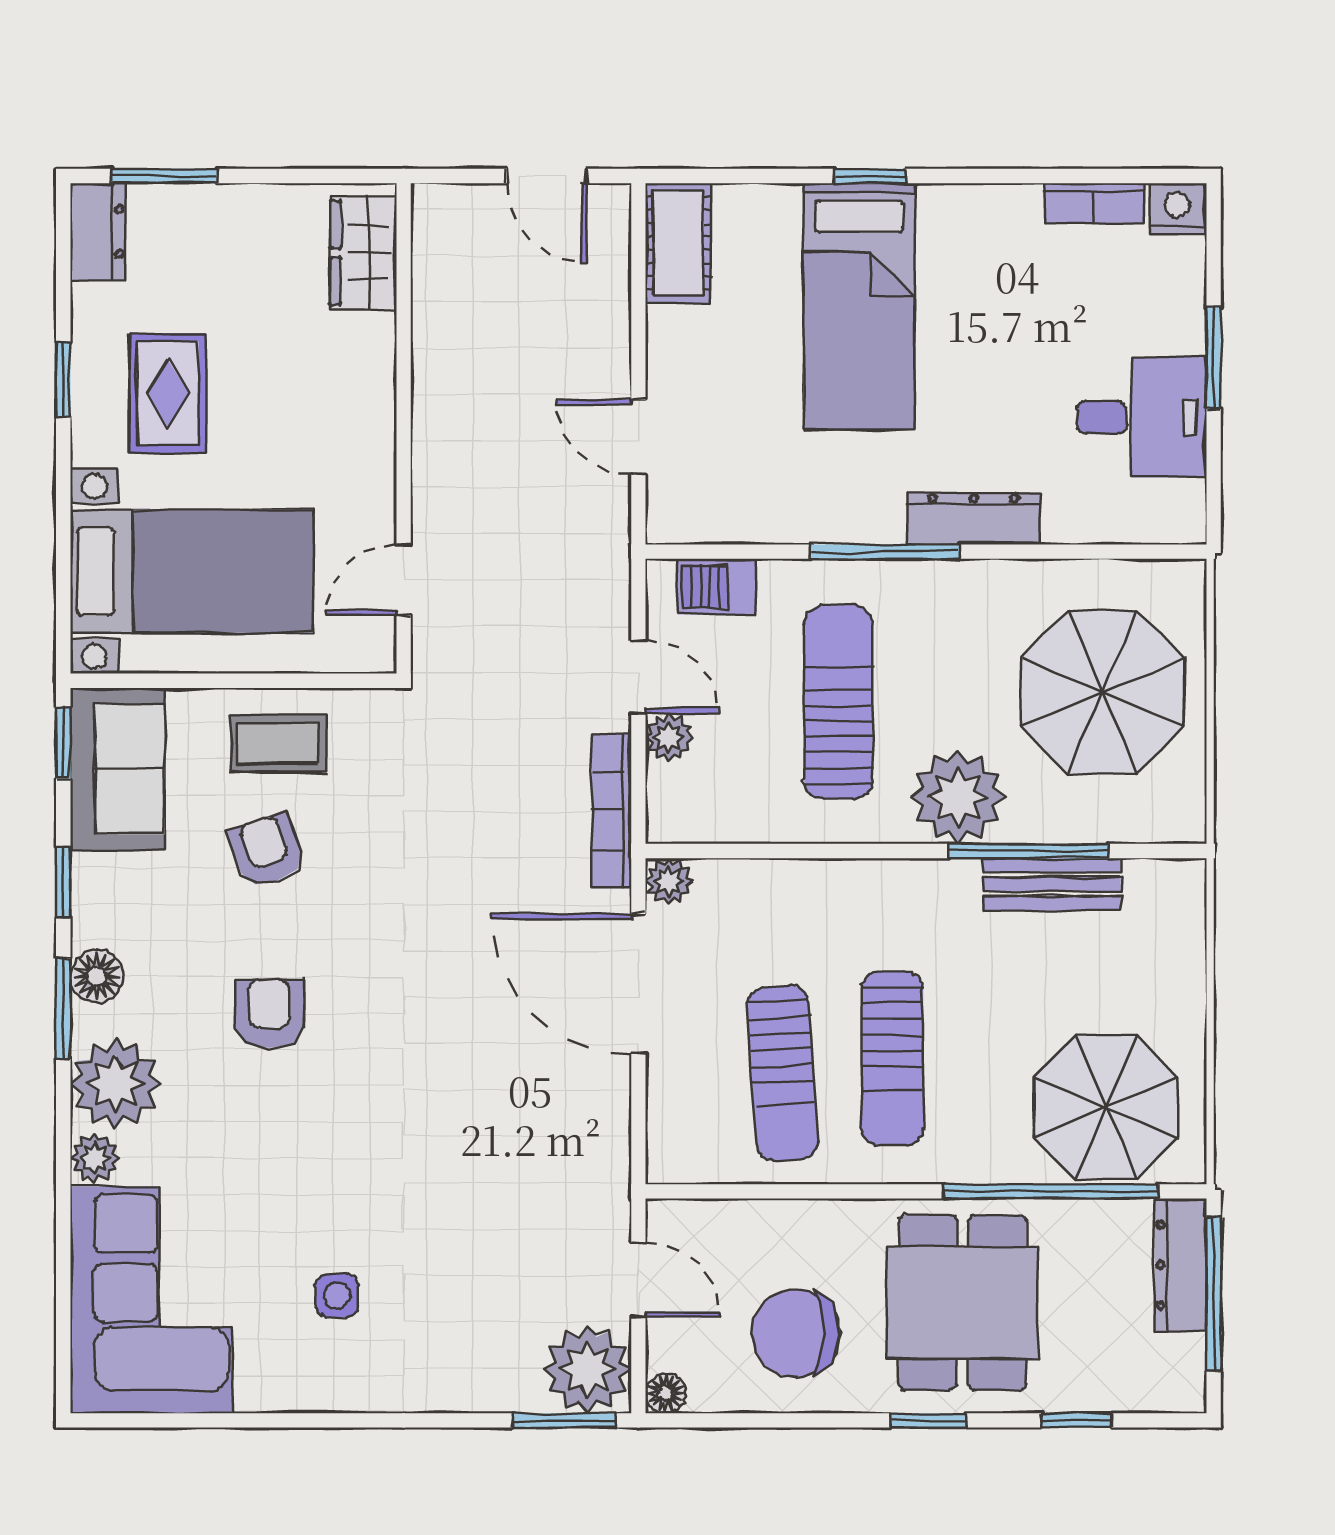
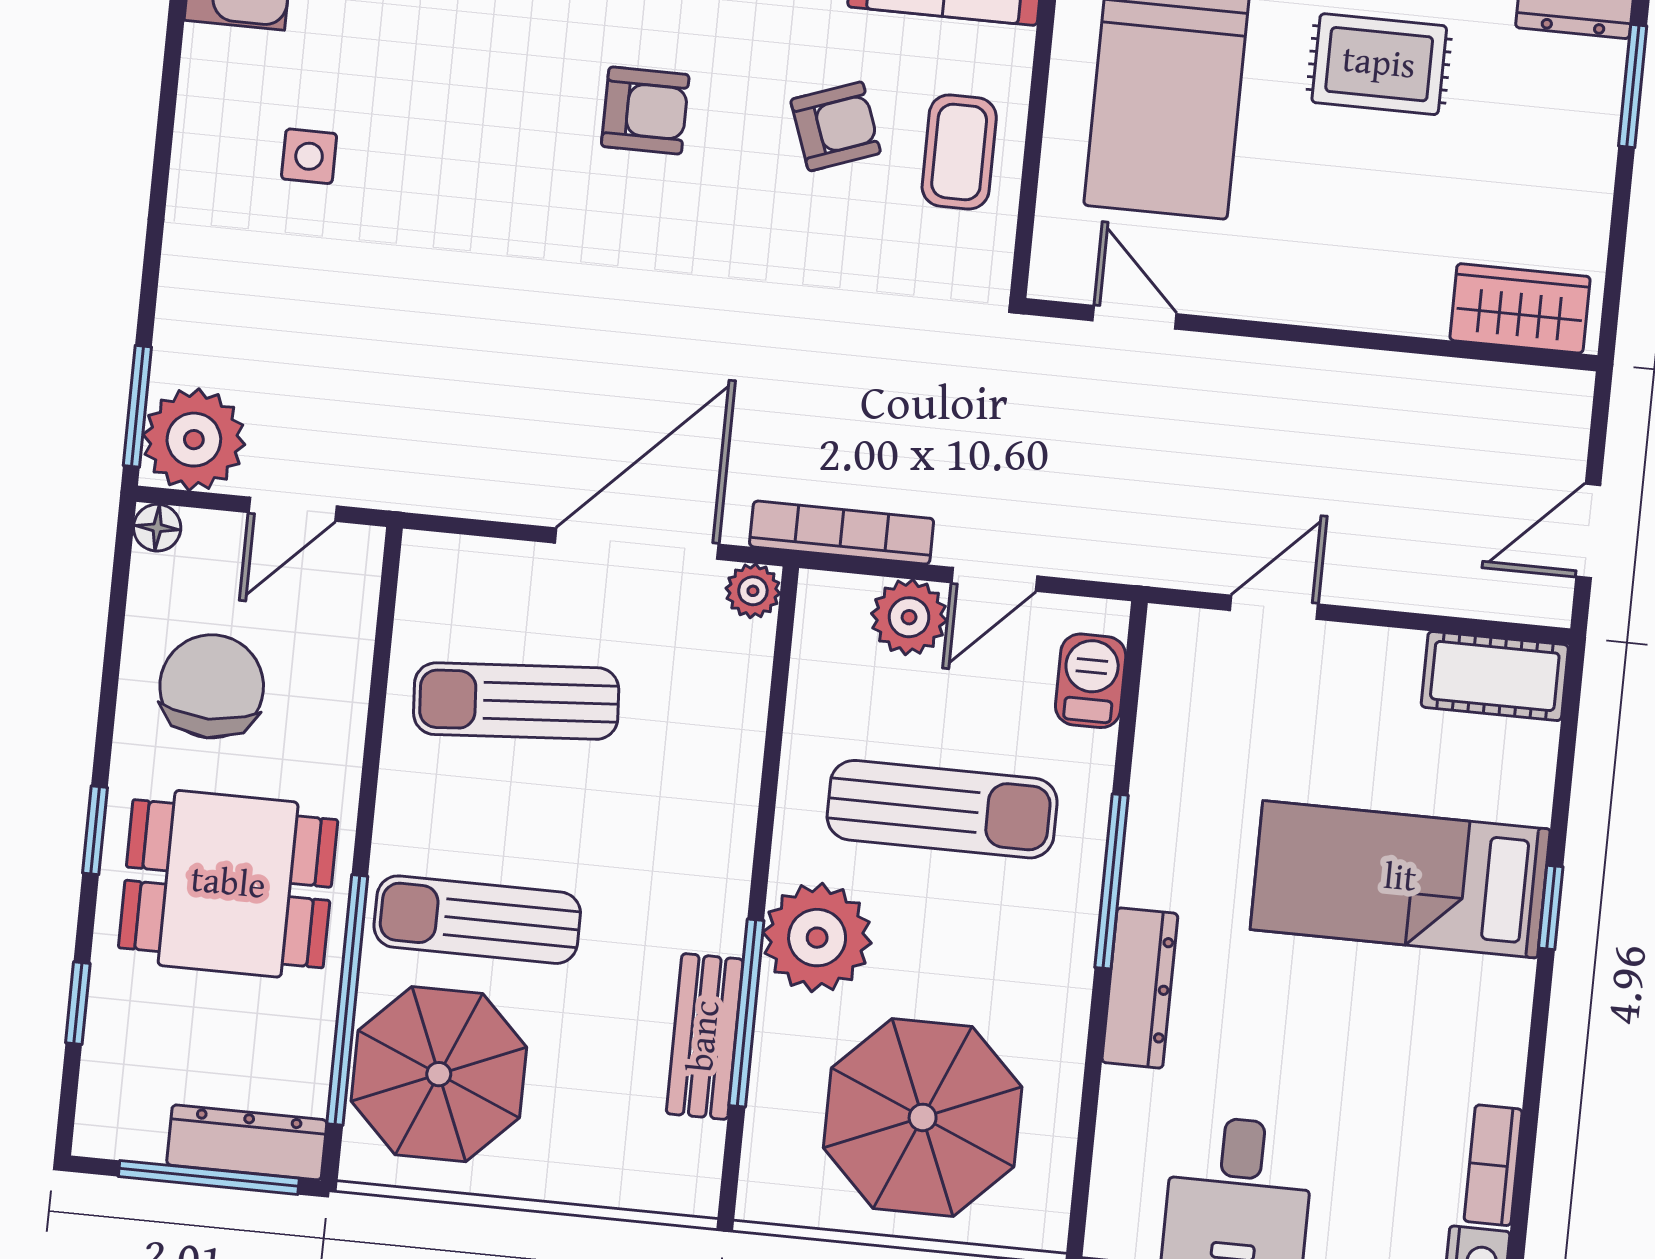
plant: (669, 737) -> (909, 617), width x1.38, depth x1.38
sun lounger: (892, 1059) -> (477, 920), moved

